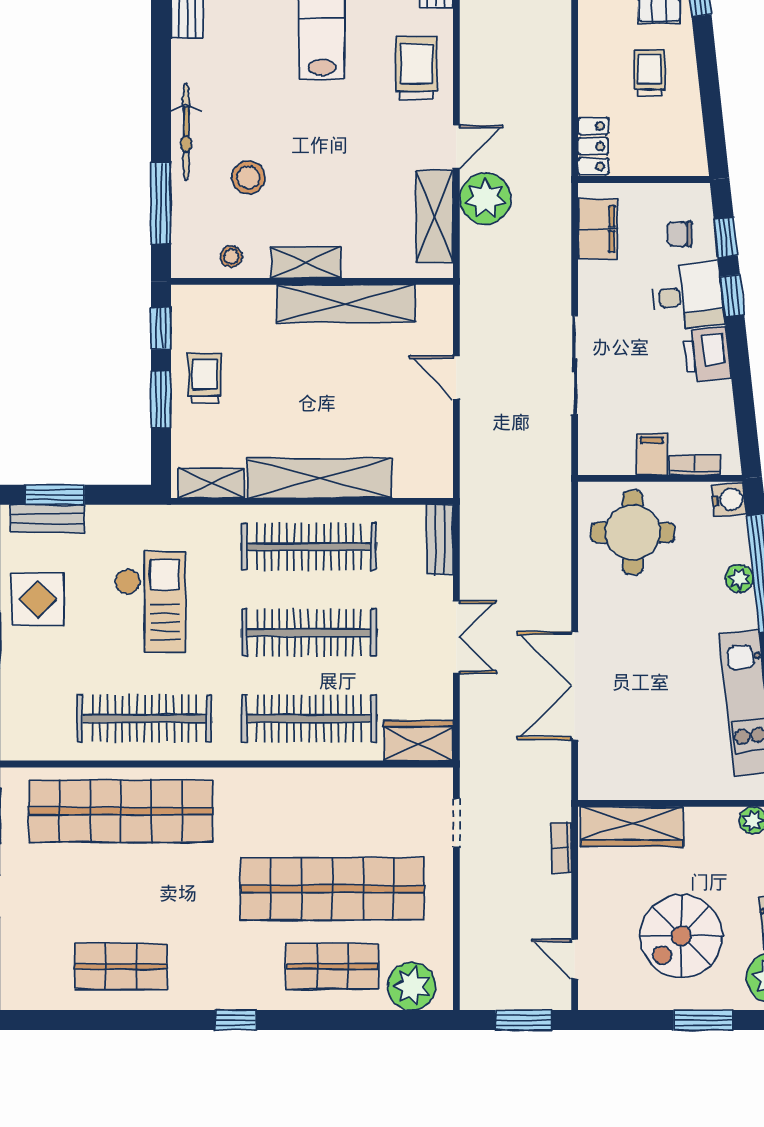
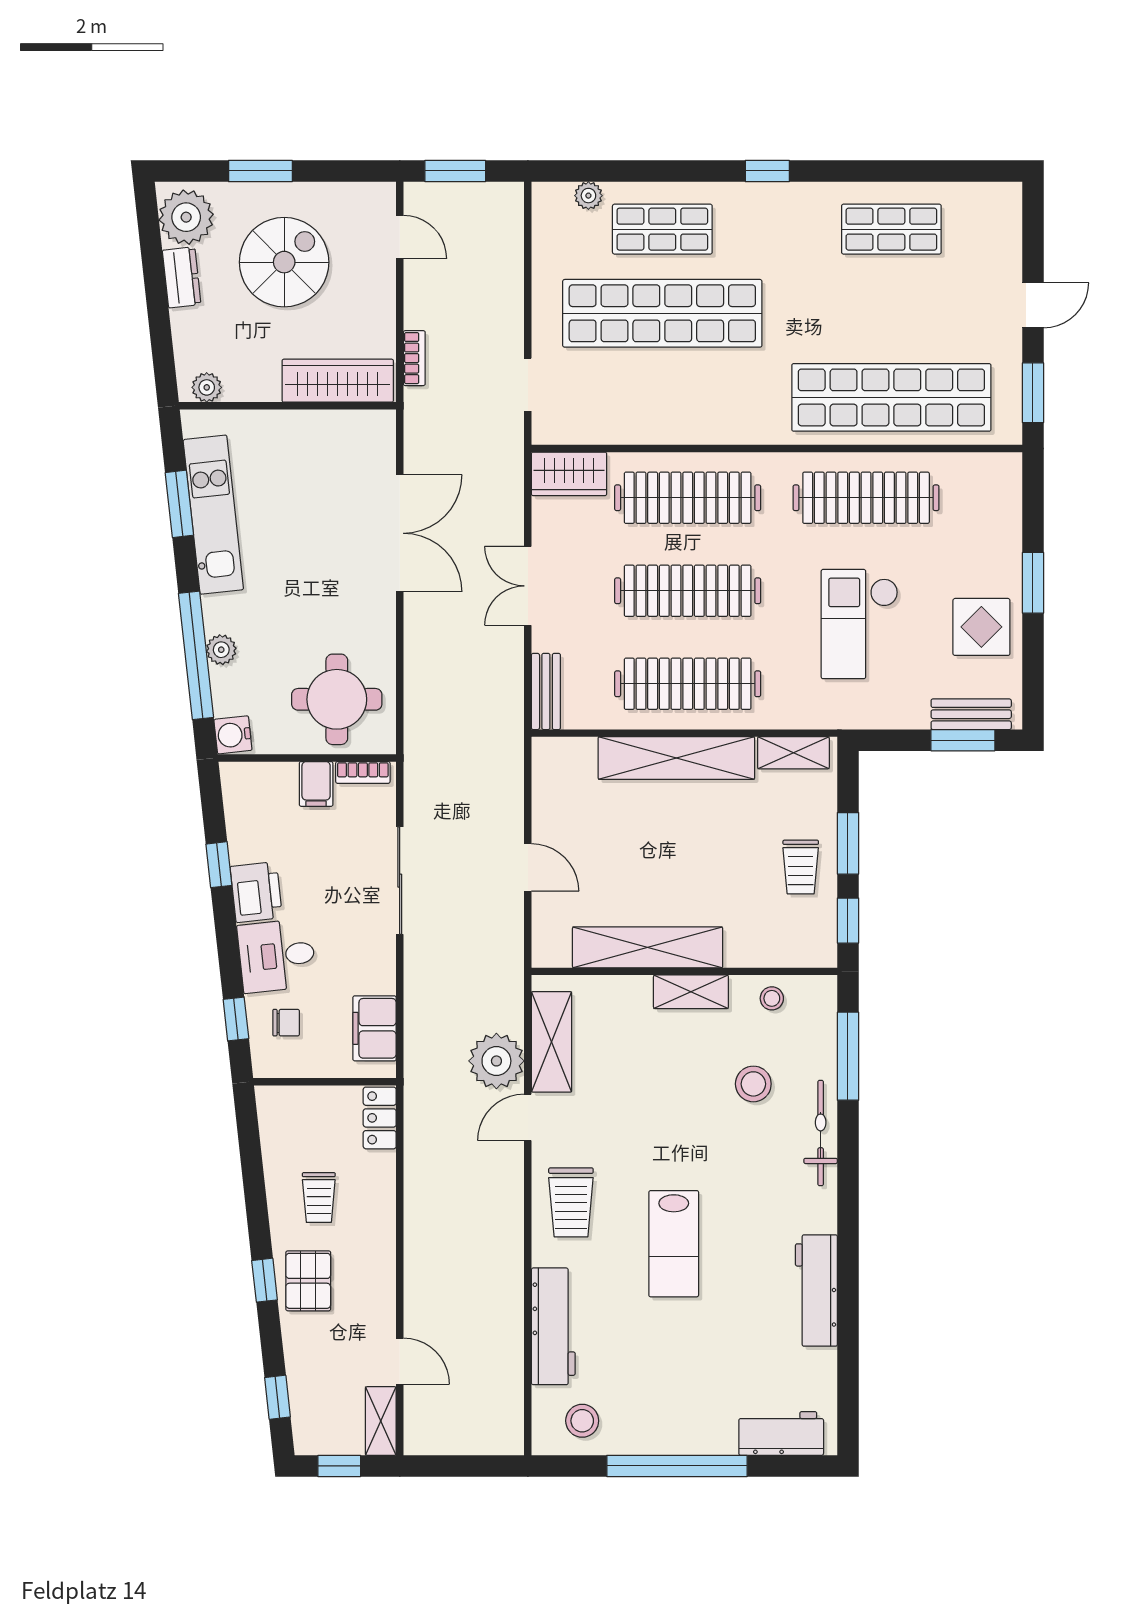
window: (732, 296) -> (219, 865), moved
bookcase: (695, 465) -> (363, 772), moved
plant: (412, 986) -> (588, 196), width x0.53, depth x0.53

